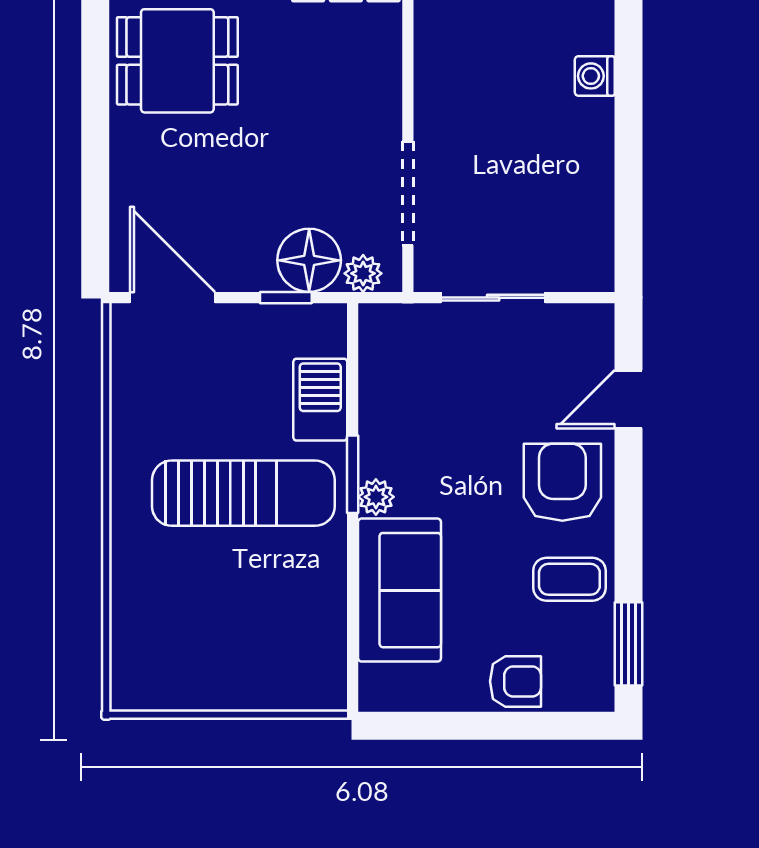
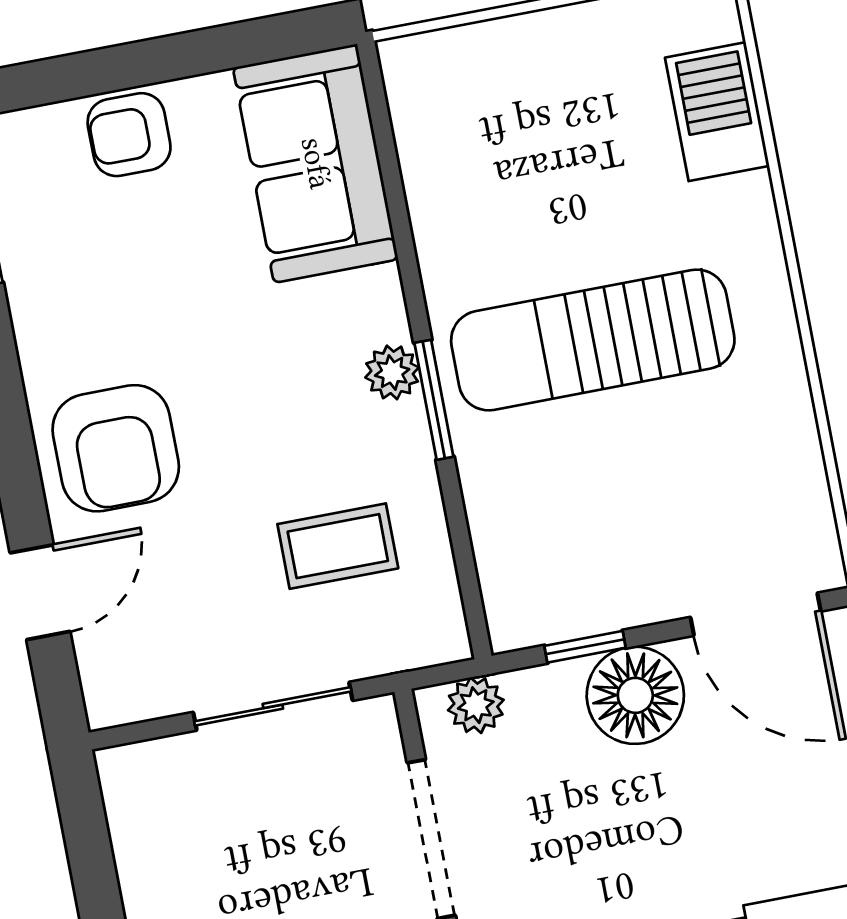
floor lamp: (309, 260) -> (635, 695), moved
barbecue: (320, 400) -> (717, 112), moved, turned 180
coffee table: (569, 579) -> (338, 546), moved
sofa: (400, 590) -> (316, 163), moved

